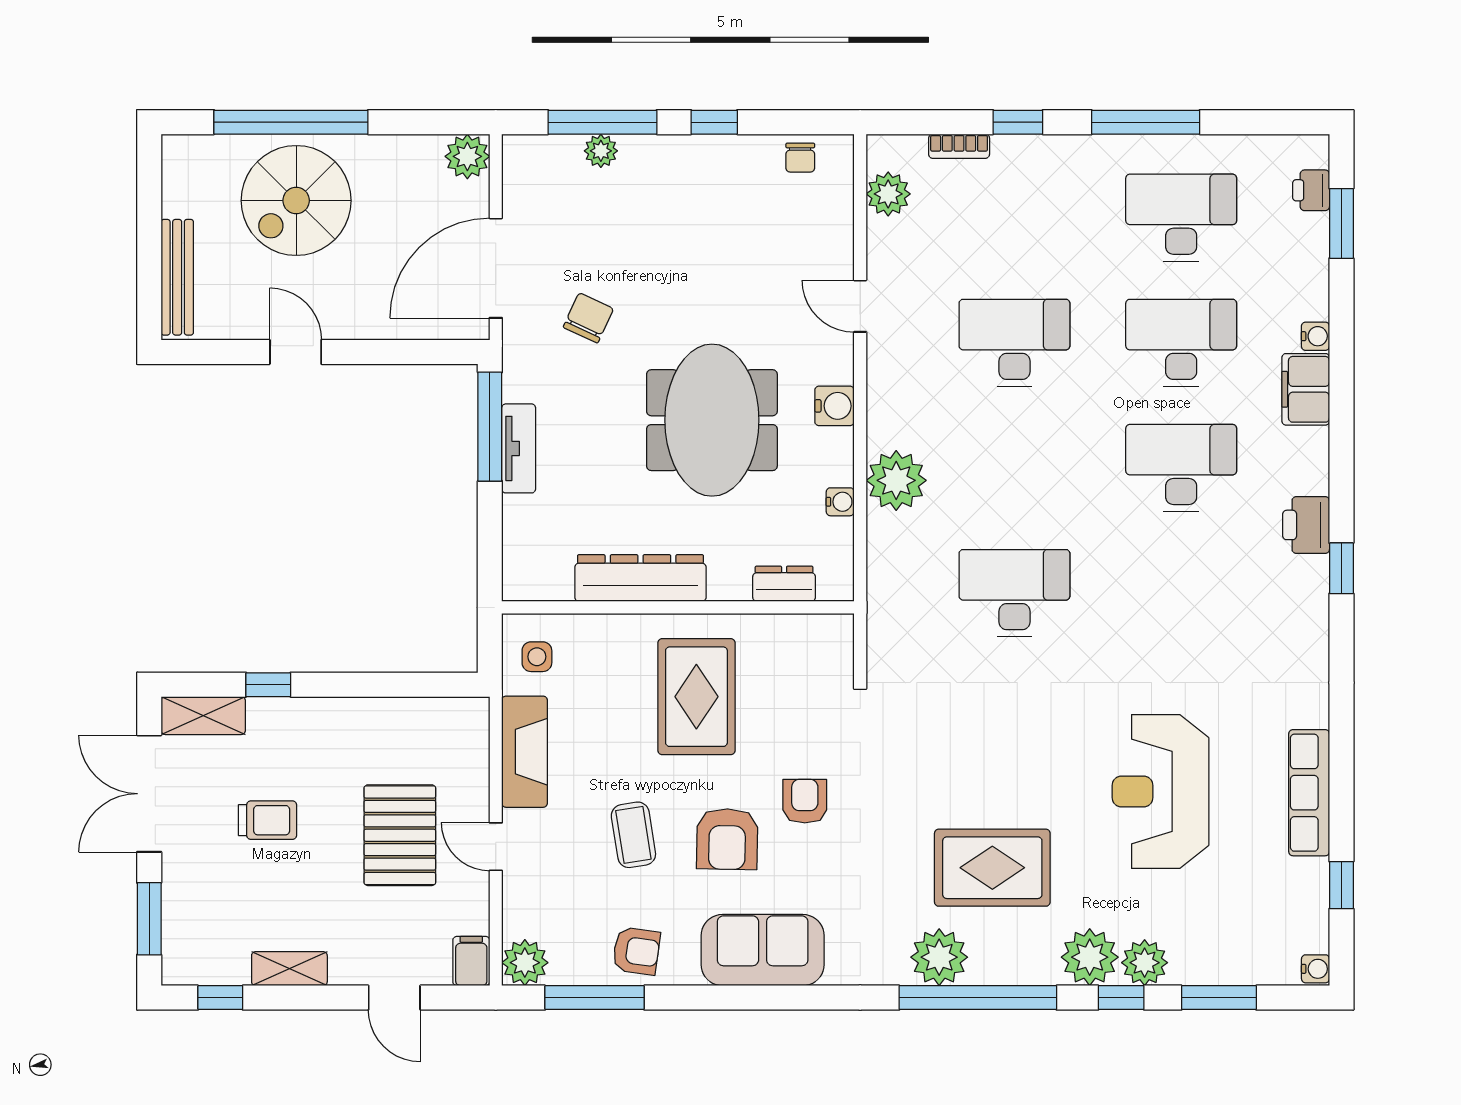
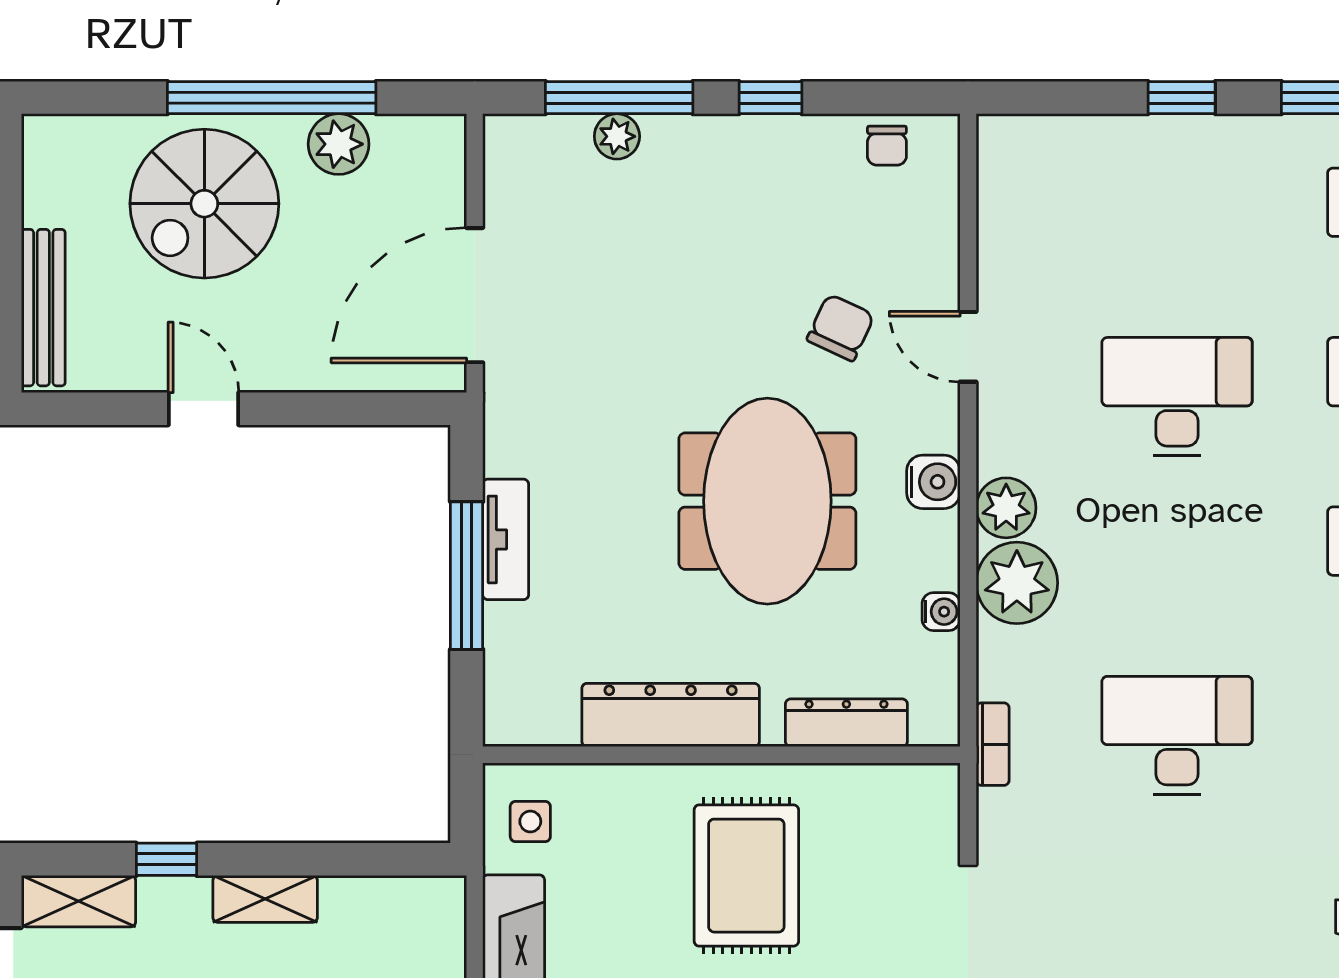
window: (291, 122) -> (272, 98), moved
bookcase: (959, 146) -> (993, 744), moved, turned -90
plant: (467, 156) -> (339, 144), moved
plant: (888, 194) -> (1006, 508), moved
chair: (588, 318) -> (841, 328), moved
window: (490, 427) -> (467, 576), moved
dresser: (784, 584) -> (846, 723), width x1.44
shelving: (341, 714) -> (265, 899), added

